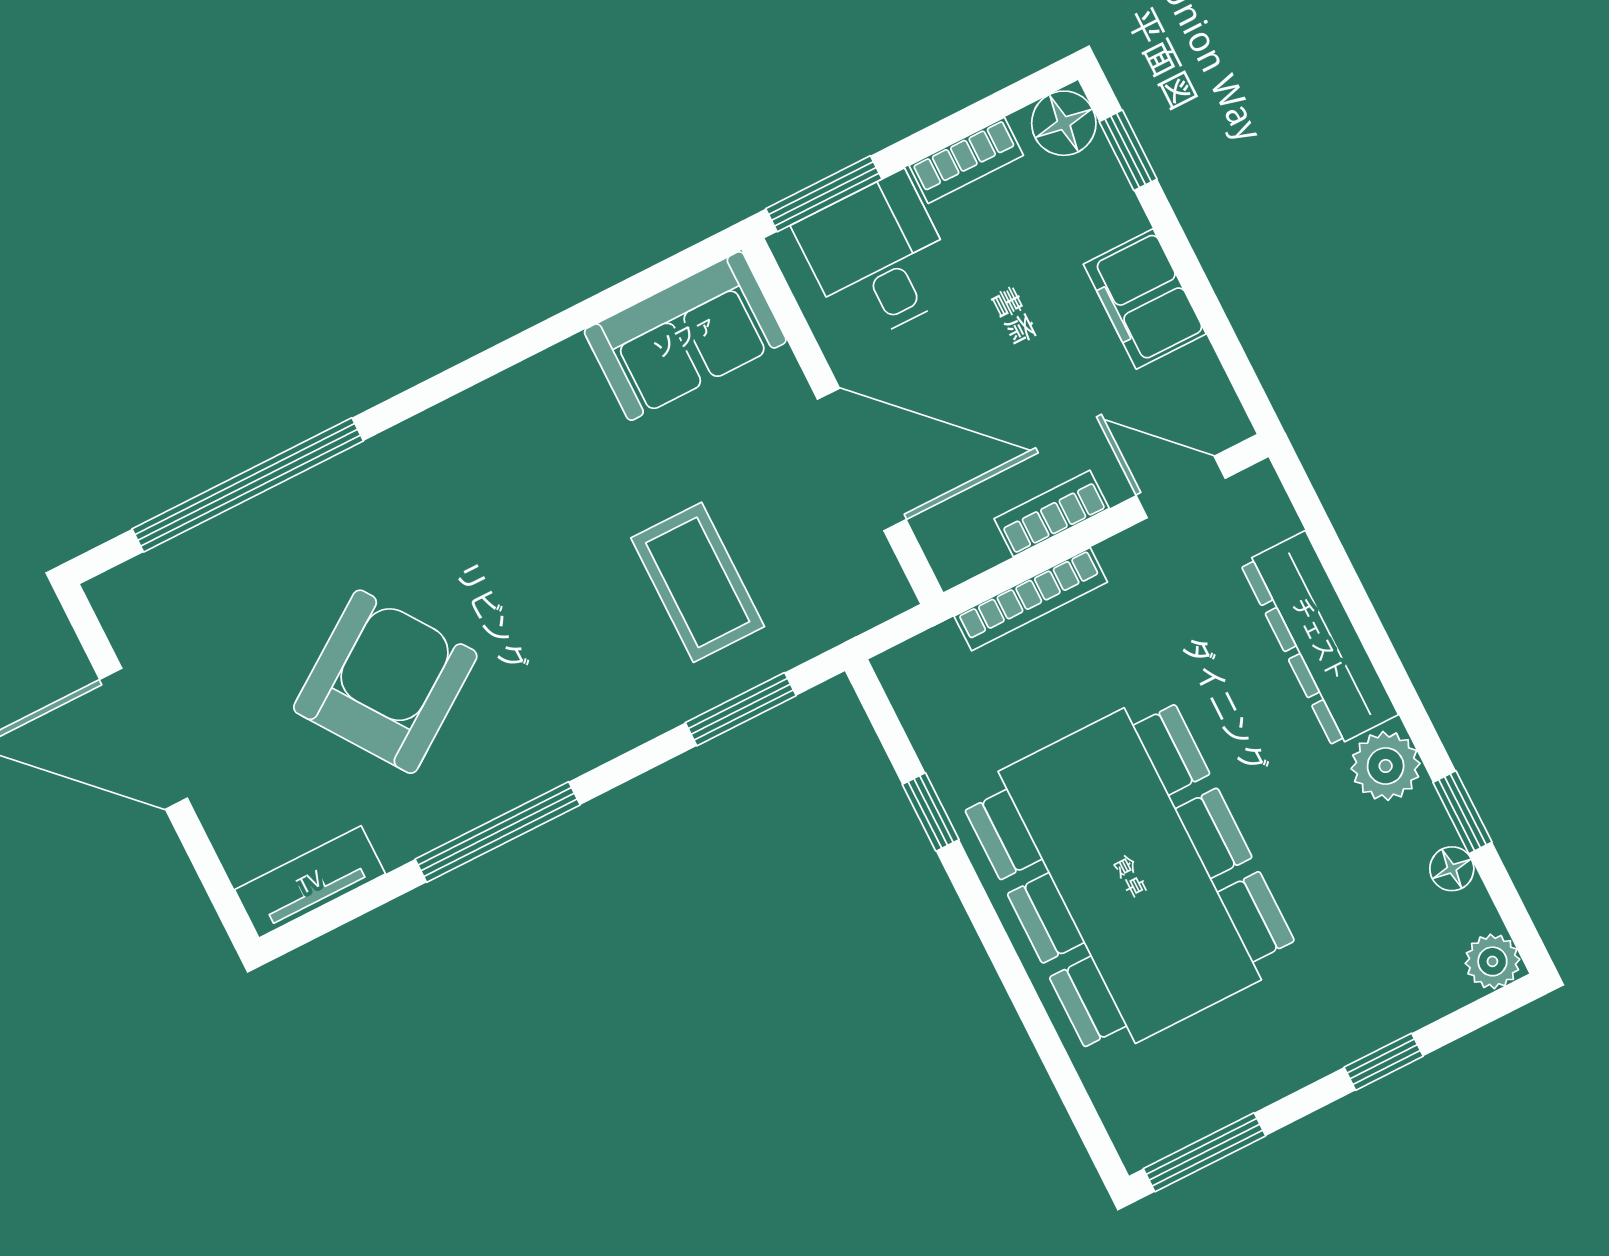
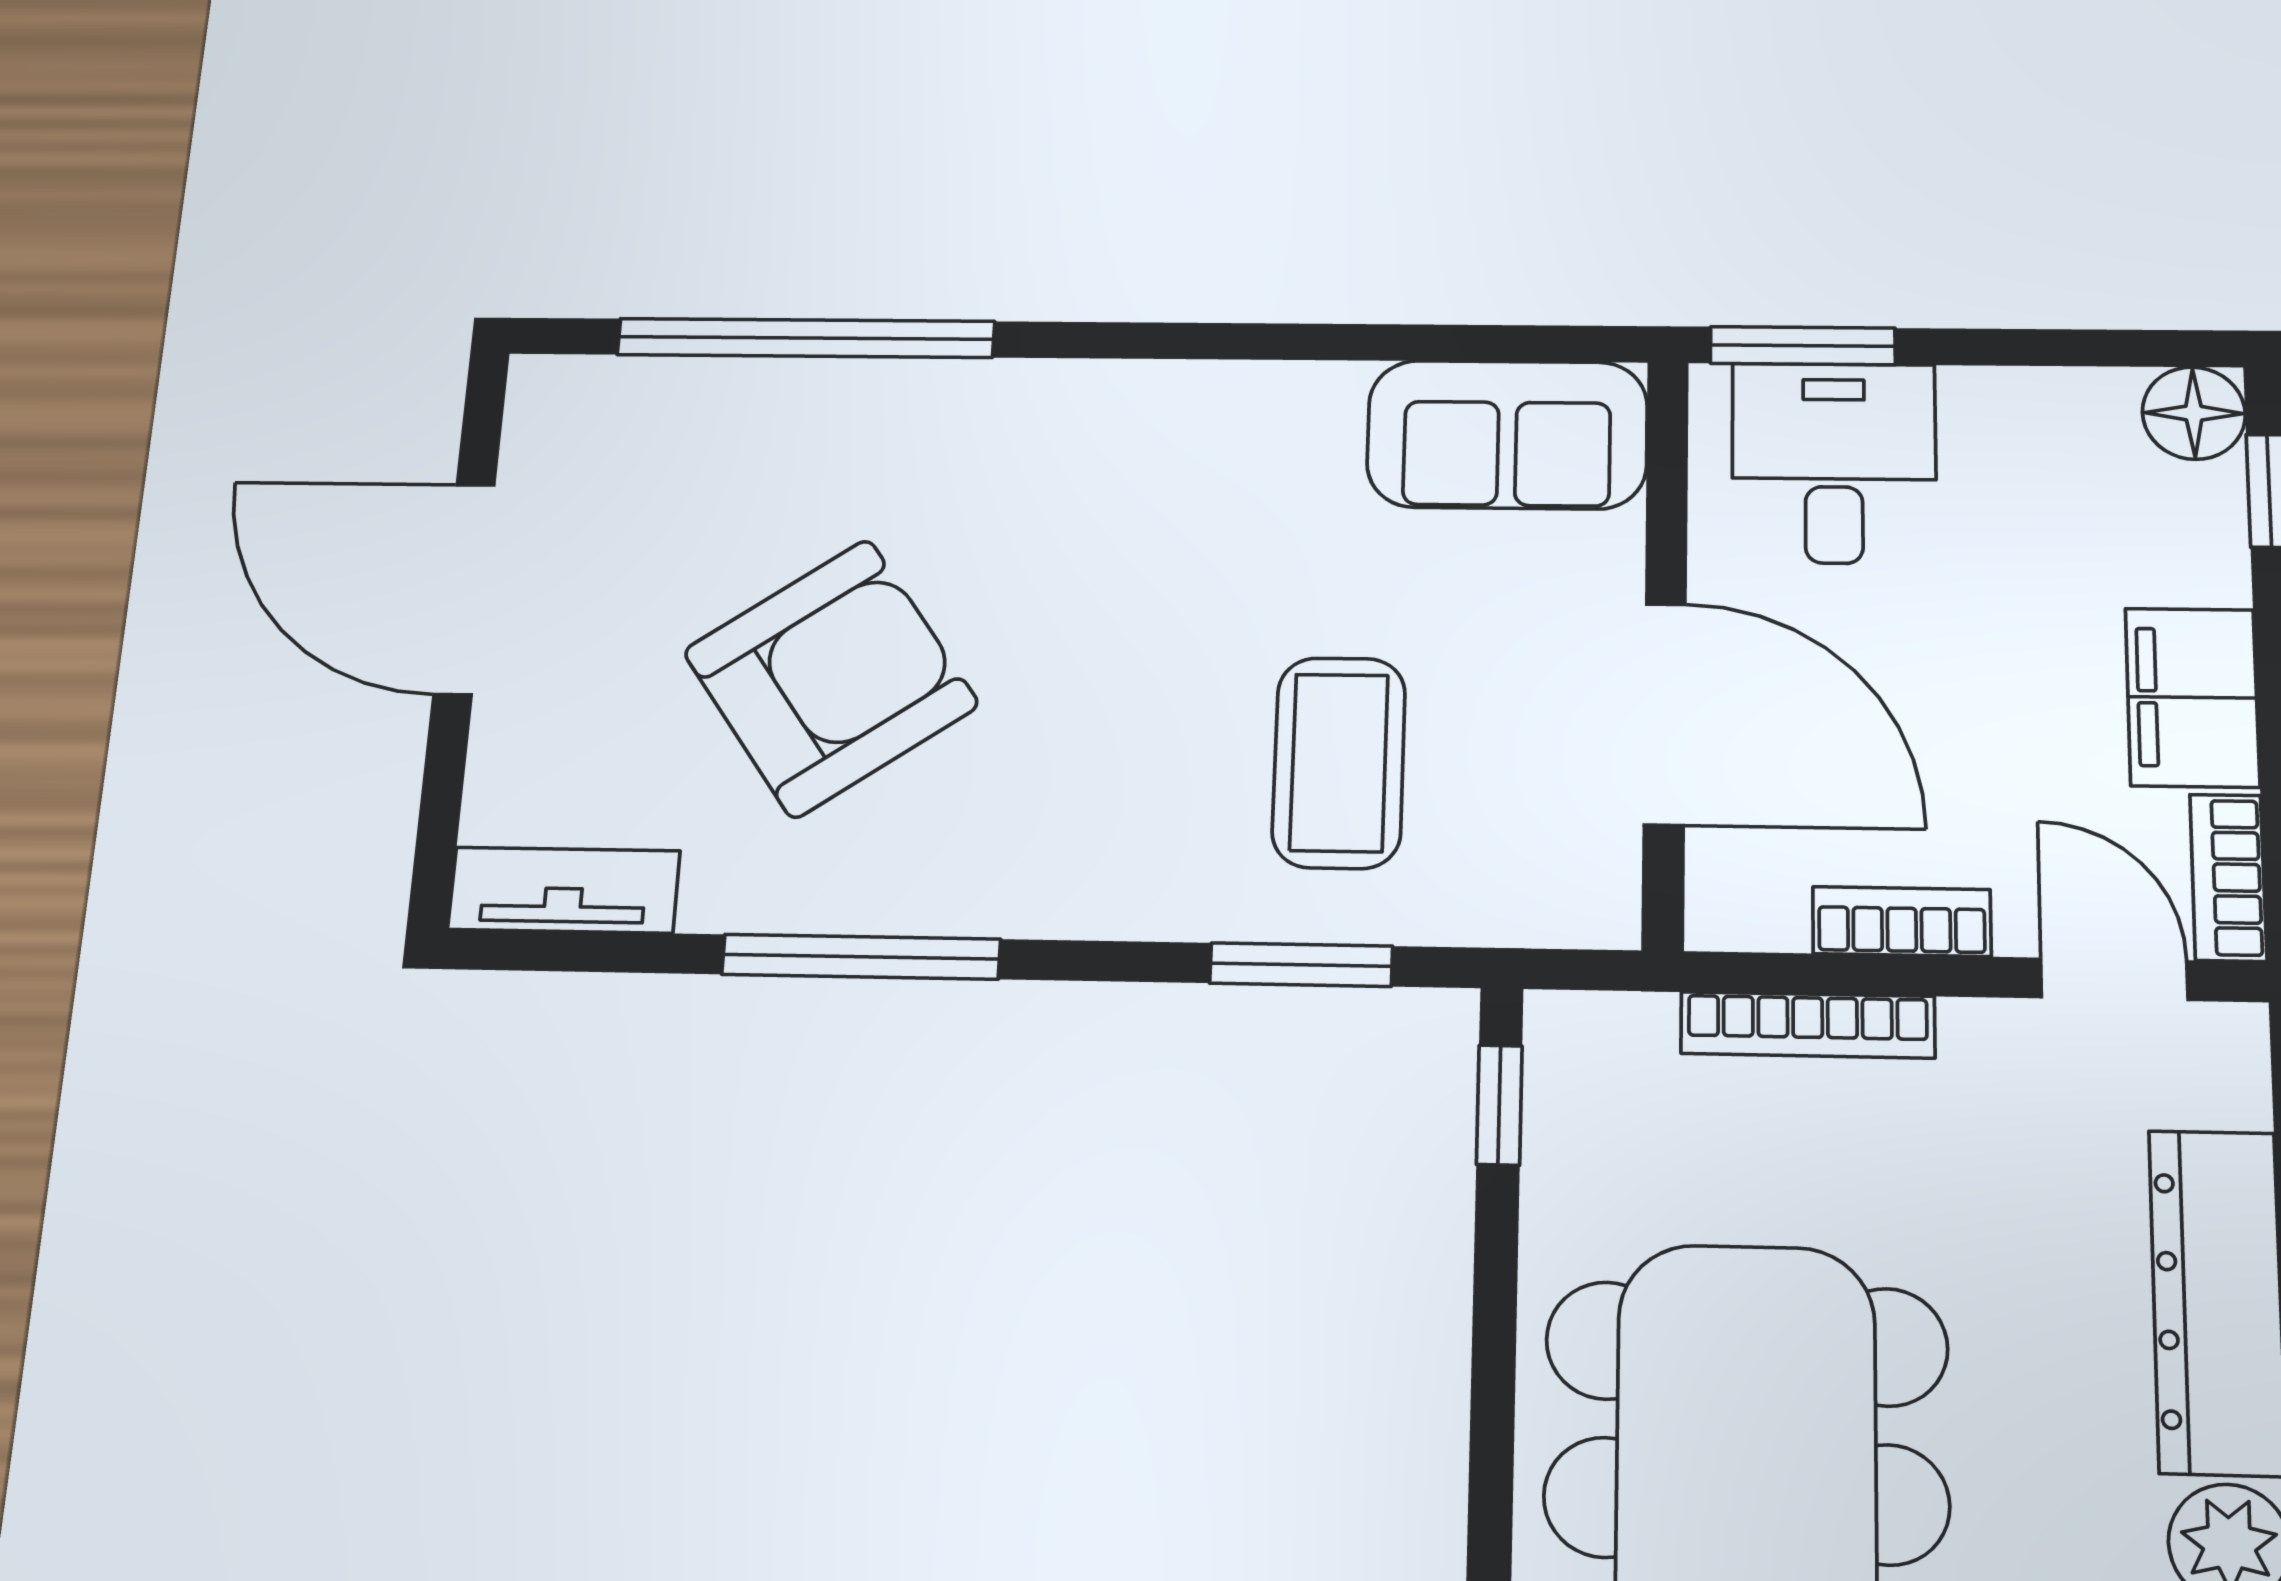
bookcase: (966, 160) -> (2228, 877), moved, turned 90
window: (931, 812) -> (1499, 1105), moved

